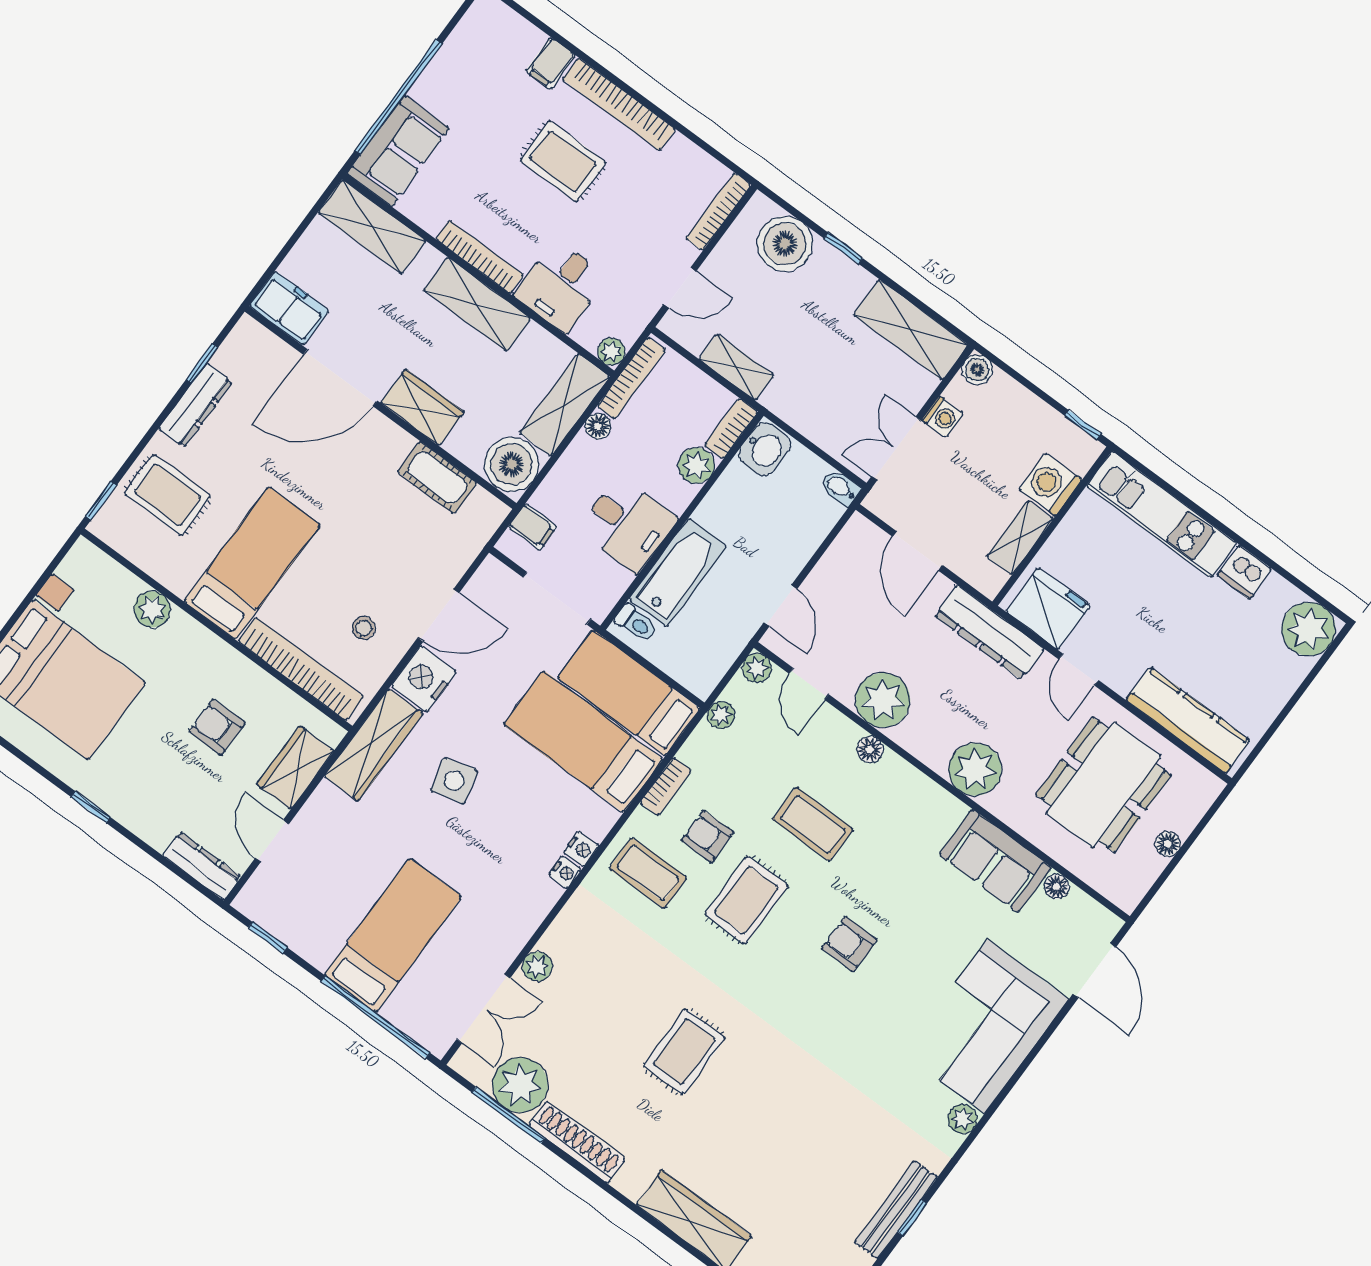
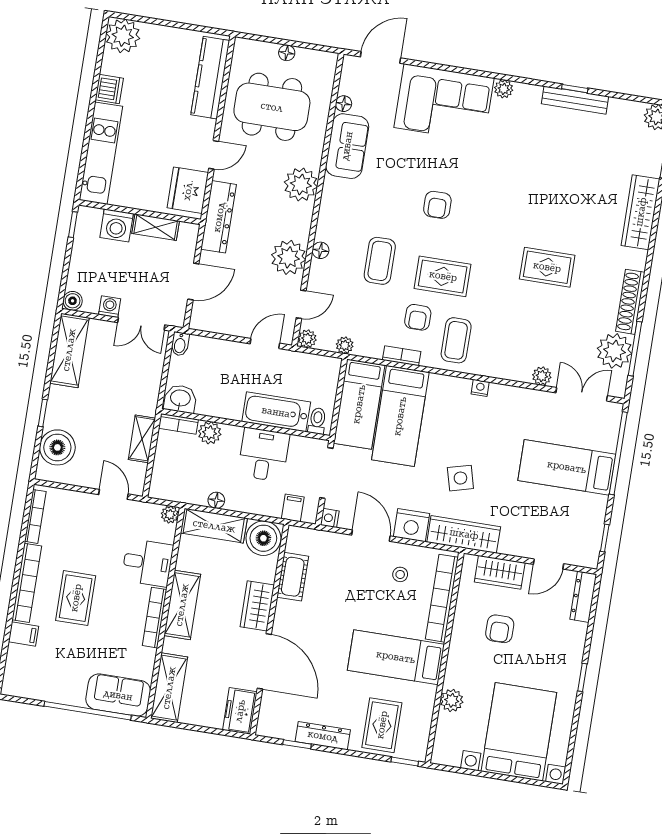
bookcase: (719, 212) -> (35, 516), moved, turned -90
bookcase: (631, 378) -> (179, 495), removed
nightstand: (581, 849) -> (330, 518), moved, turned -90

